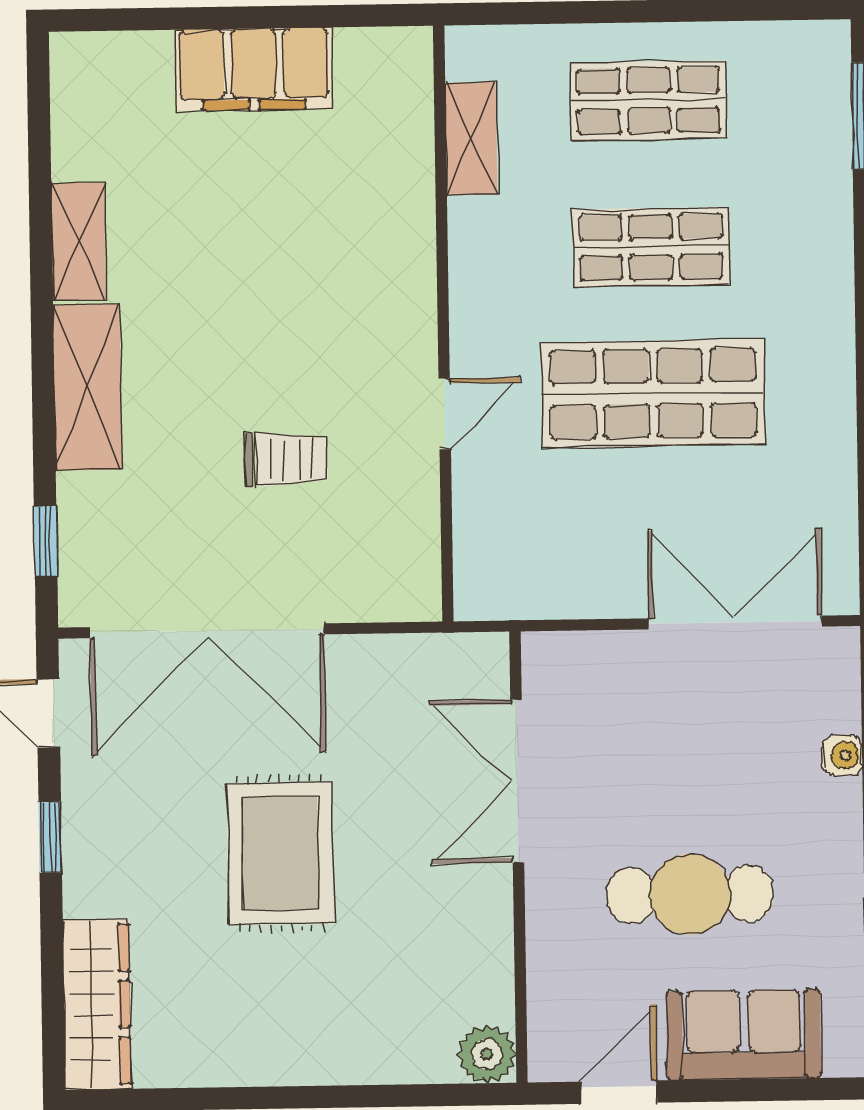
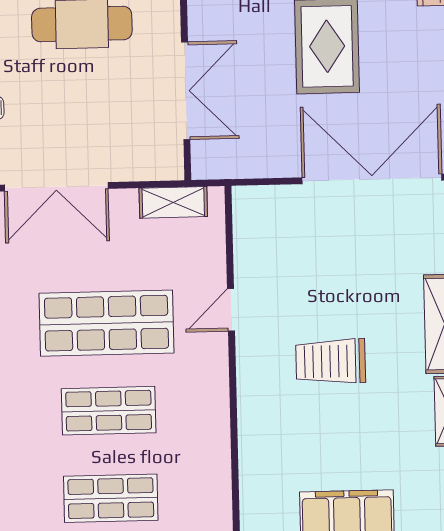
shelving: (471, 139) -> (173, 202), moved, turned 90
trolley: (286, 459) -> (331, 361), moved, width x1.36, depth x1.39

